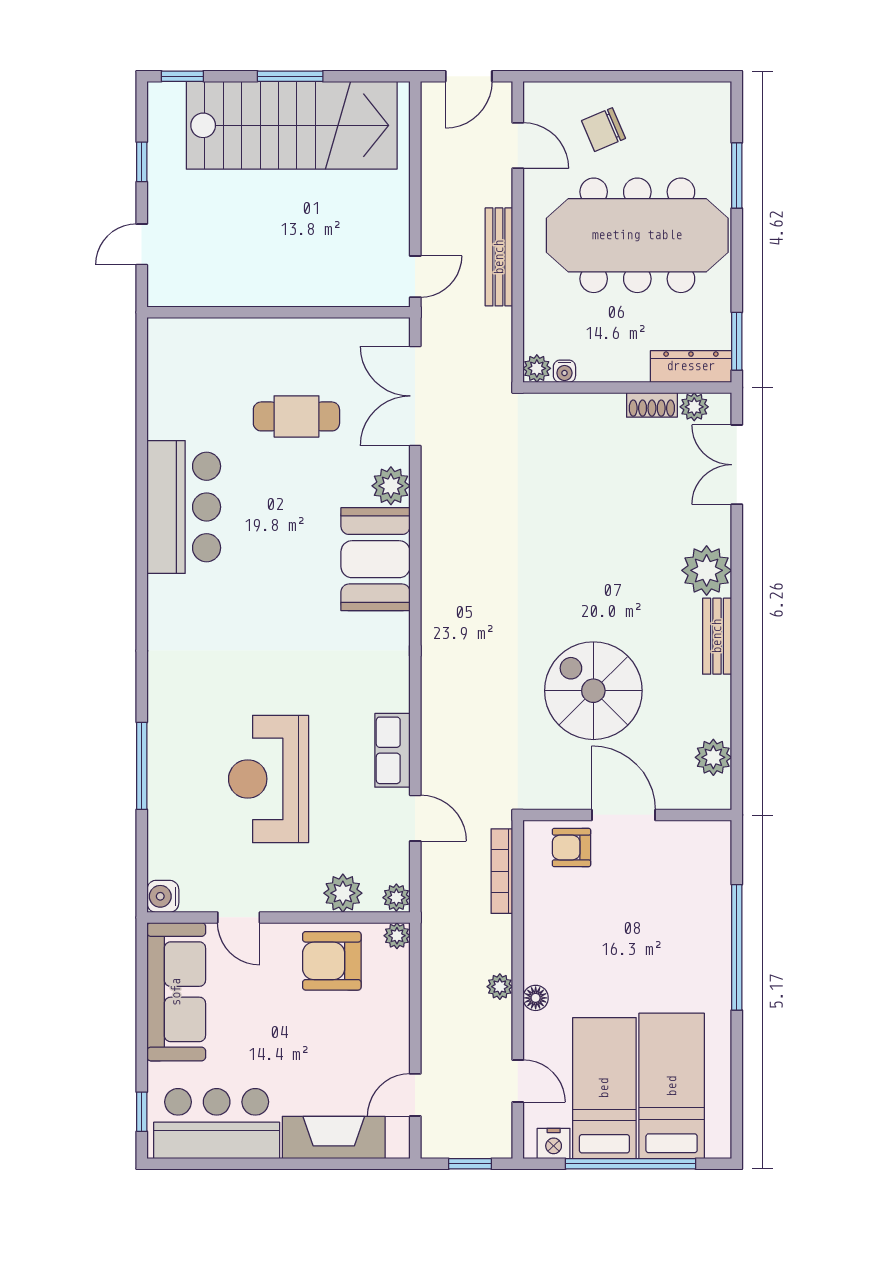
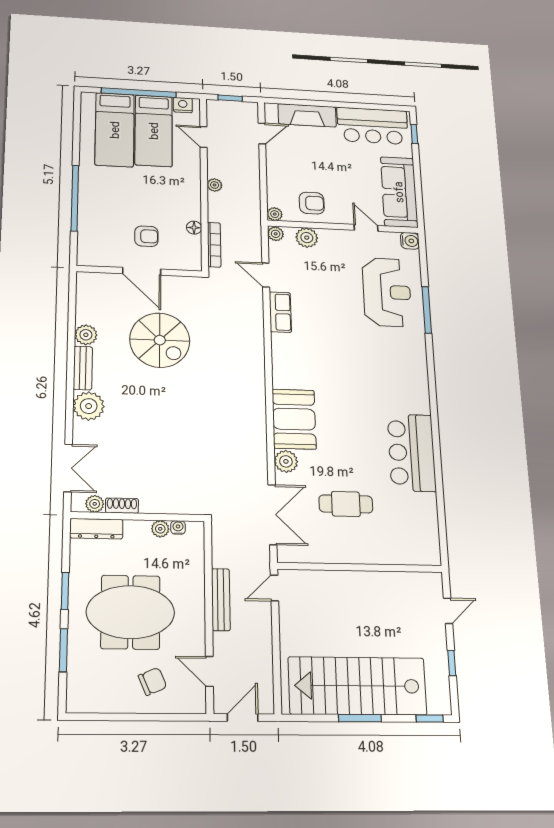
meeting table: (637, 235) -> (130, 612), width x0.73
window: (737, 341) -> (65, 591), moved
plant: (537, 368) -> (160, 529), moved
plant: (713, 757) -> (86, 335), moved
reception desk: (269, 779) -> (387, 292), moved
armchair: (571, 848) -> (146, 236), moved
armchair: (332, 961) -> (312, 203), width x0.72, depth x0.72
floor lamp: (536, 998) -> (194, 228), moved

